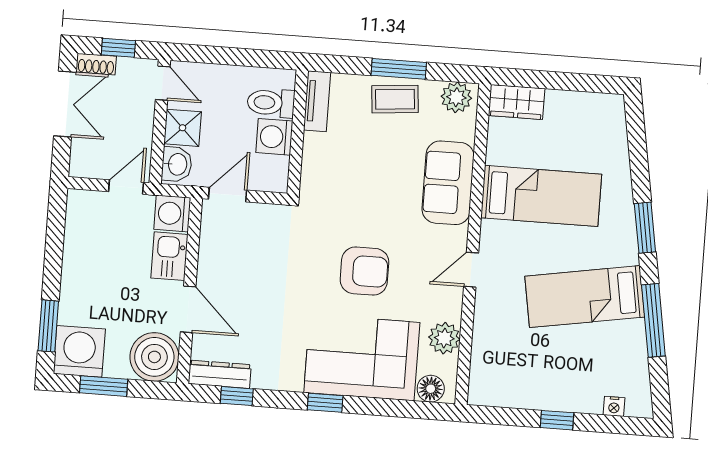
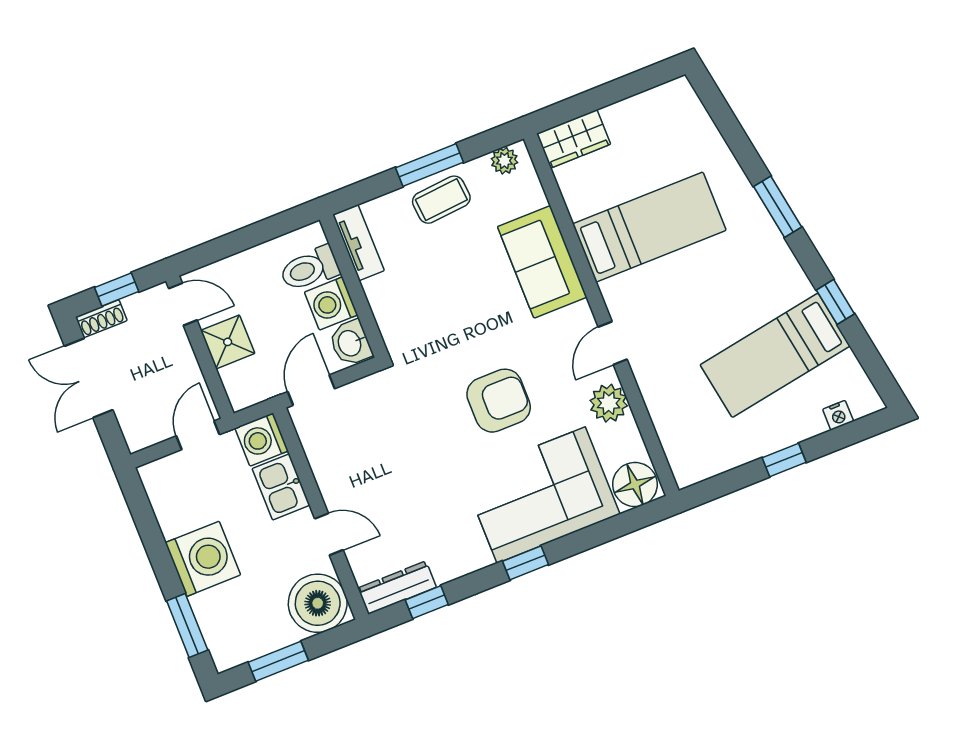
plant: (456, 97) -> (504, 161), width x0.73, depth x0.73
double door: (65, 104) -> (89, 378), swing flipped
washbasin: (177, 164) -> (350, 343), moved, turned 180
bed: (585, 297) -> (775, 355), moved
door: (188, 309) -> (329, 534), width x0.73
window: (653, 320) -> (835, 302), width x0.46
plant: (444, 338) -> (609, 403), moved
washing machine: (79, 351) -> (203, 559), moved, turned 90
floor lamp: (431, 389) -> (635, 485), width x1.38, depth x1.38

